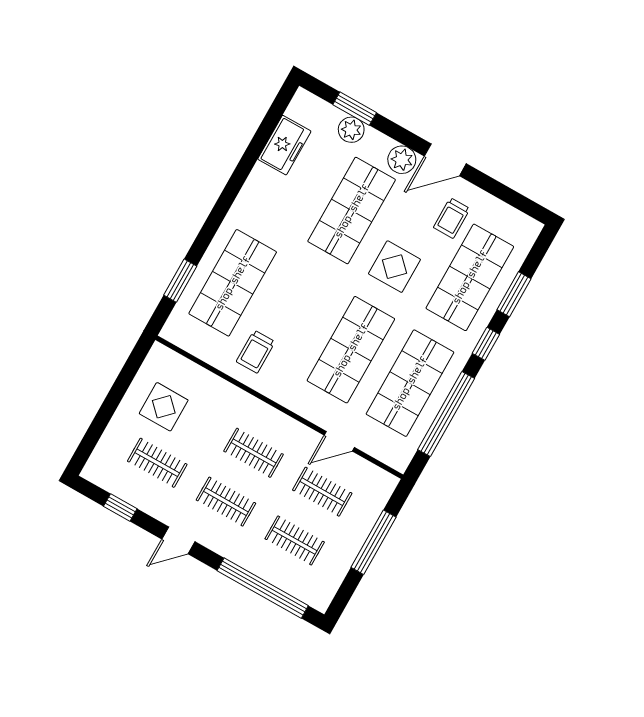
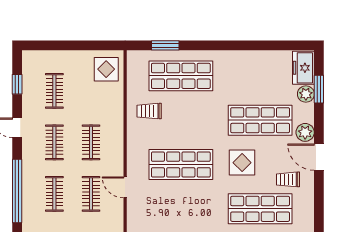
freezer: (284, 145) -> (303, 68), moved, turned 90
shop shelf: (410, 383) -> (181, 209), removed
display table: (164, 407) -> (106, 69), moved

